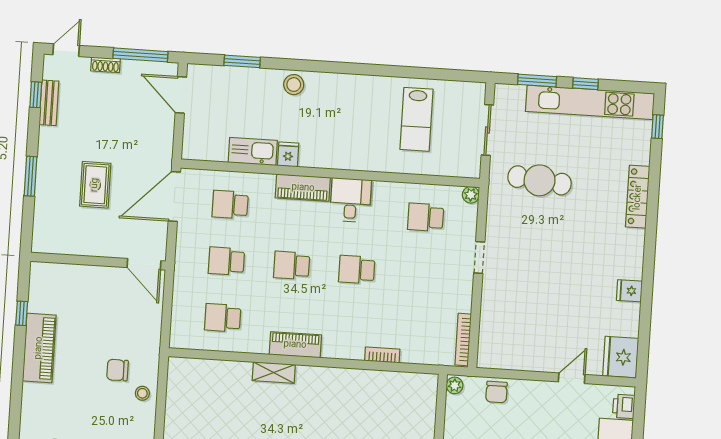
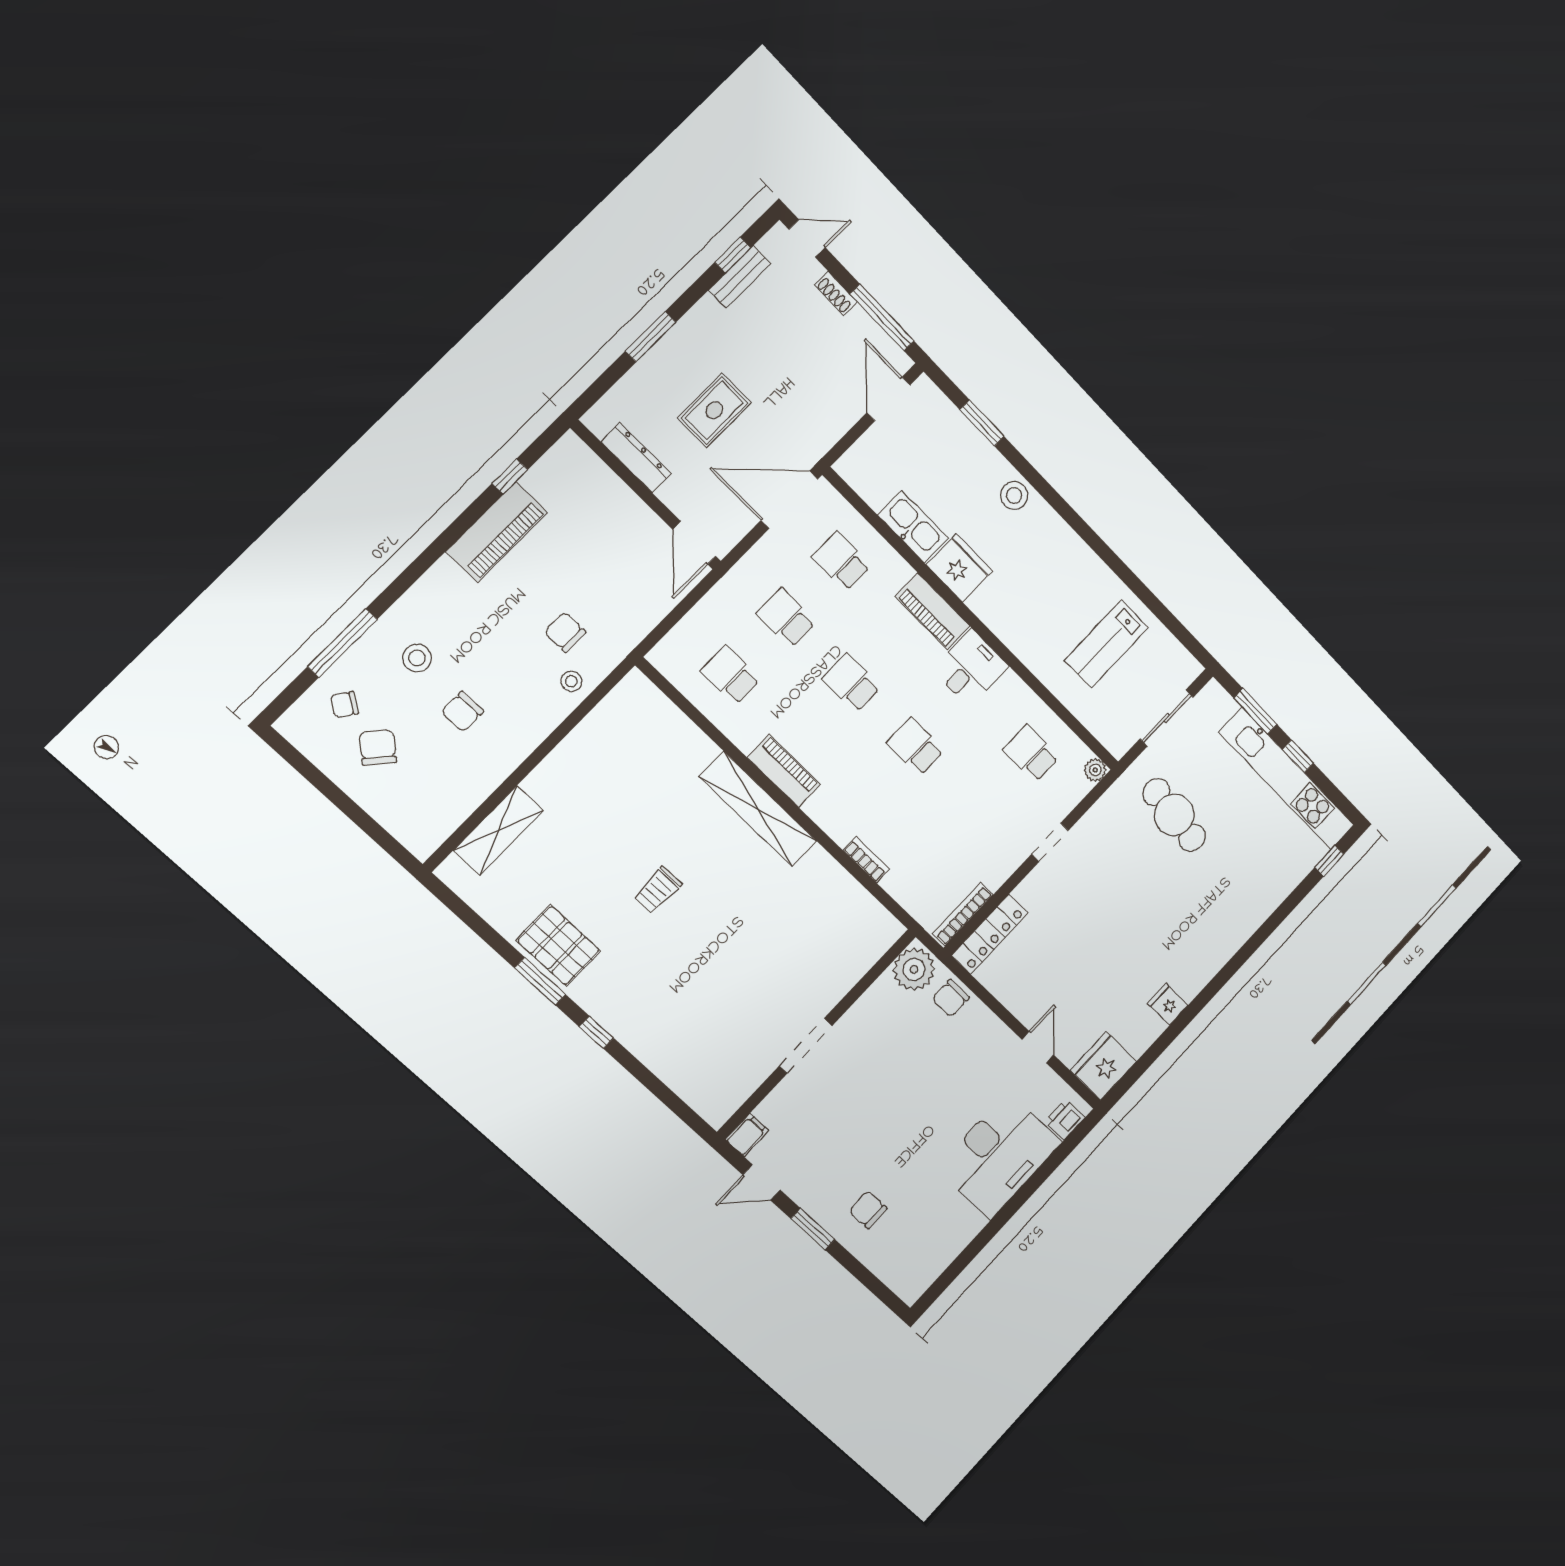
fridge: (288, 154) -> (959, 568), width x1.88, depth x1.34
locker: (638, 197) -> (990, 934), moved, turned 180
dresser: (76, 246) -> (636, 458), added
shelving: (274, 373) -> (758, 809), width x2.20, depth x1.33
door: (572, 378) -> (1038, 1047), hinge flipped
plant: (455, 385) -> (914, 969), width x1.88, depth x1.88

